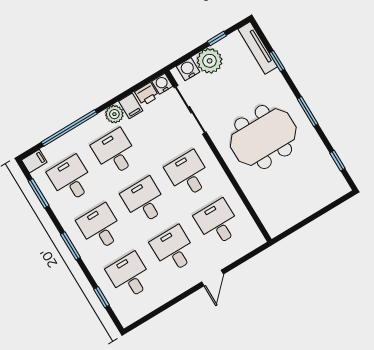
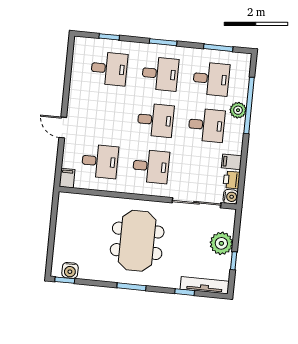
water cooler: (188, 69) -> (70, 270), moved, turned 90
plant: (114, 114) -> (238, 110), moved
filing cabinet: (34, 161) -> (67, 178), moved, turned 180
window: (337, 161) -> (65, 280), moved
desk: (174, 249) -> (105, 115), removed

